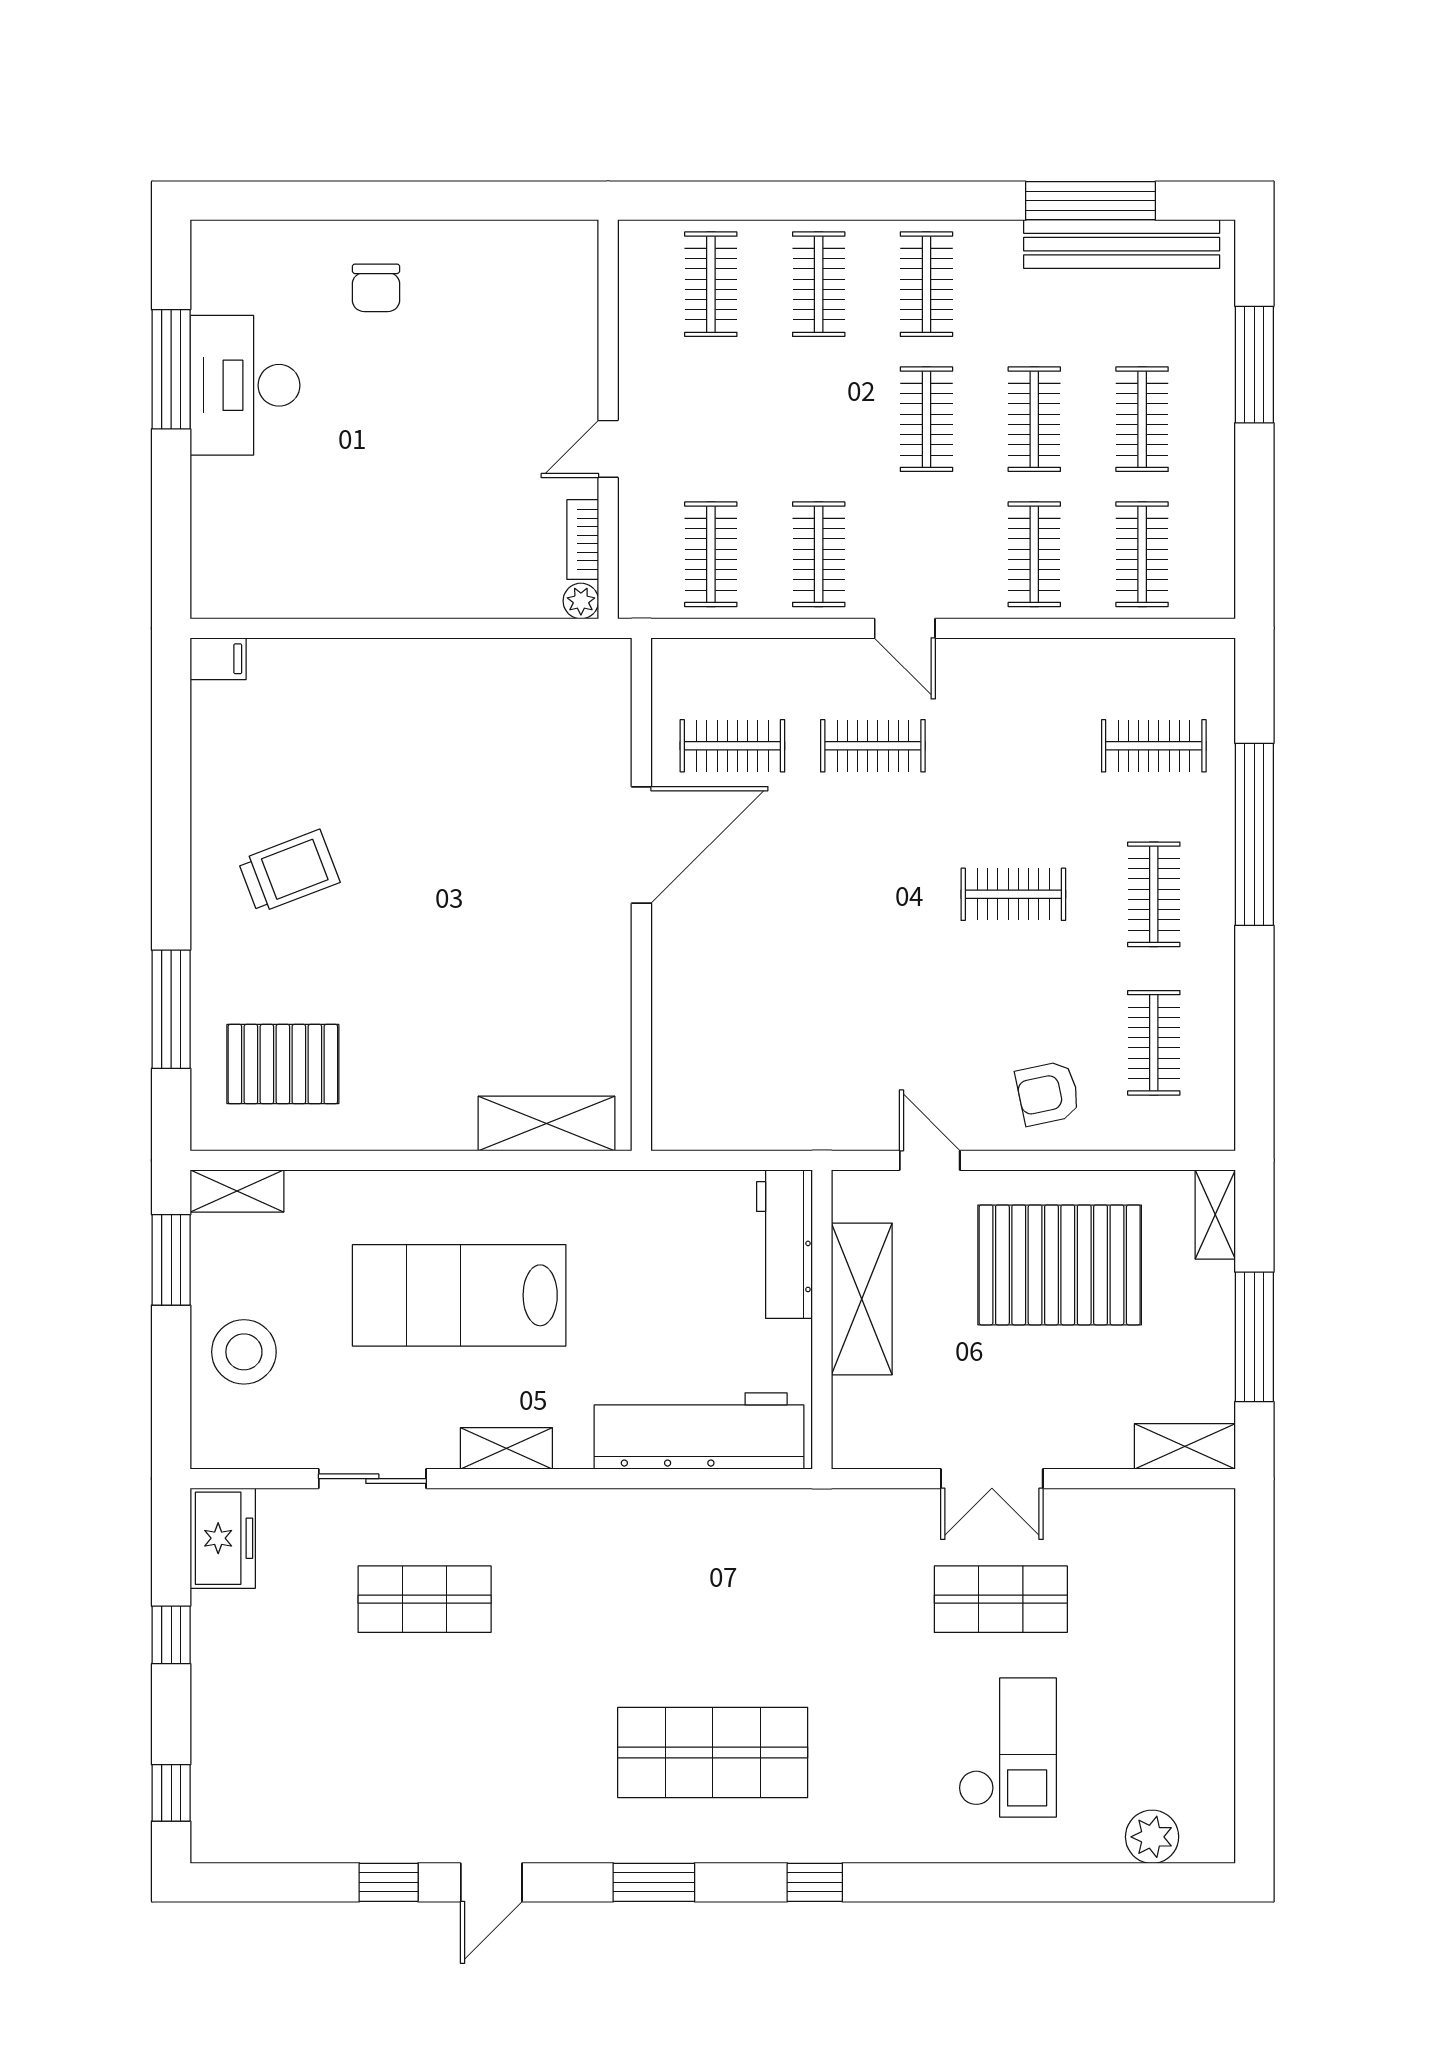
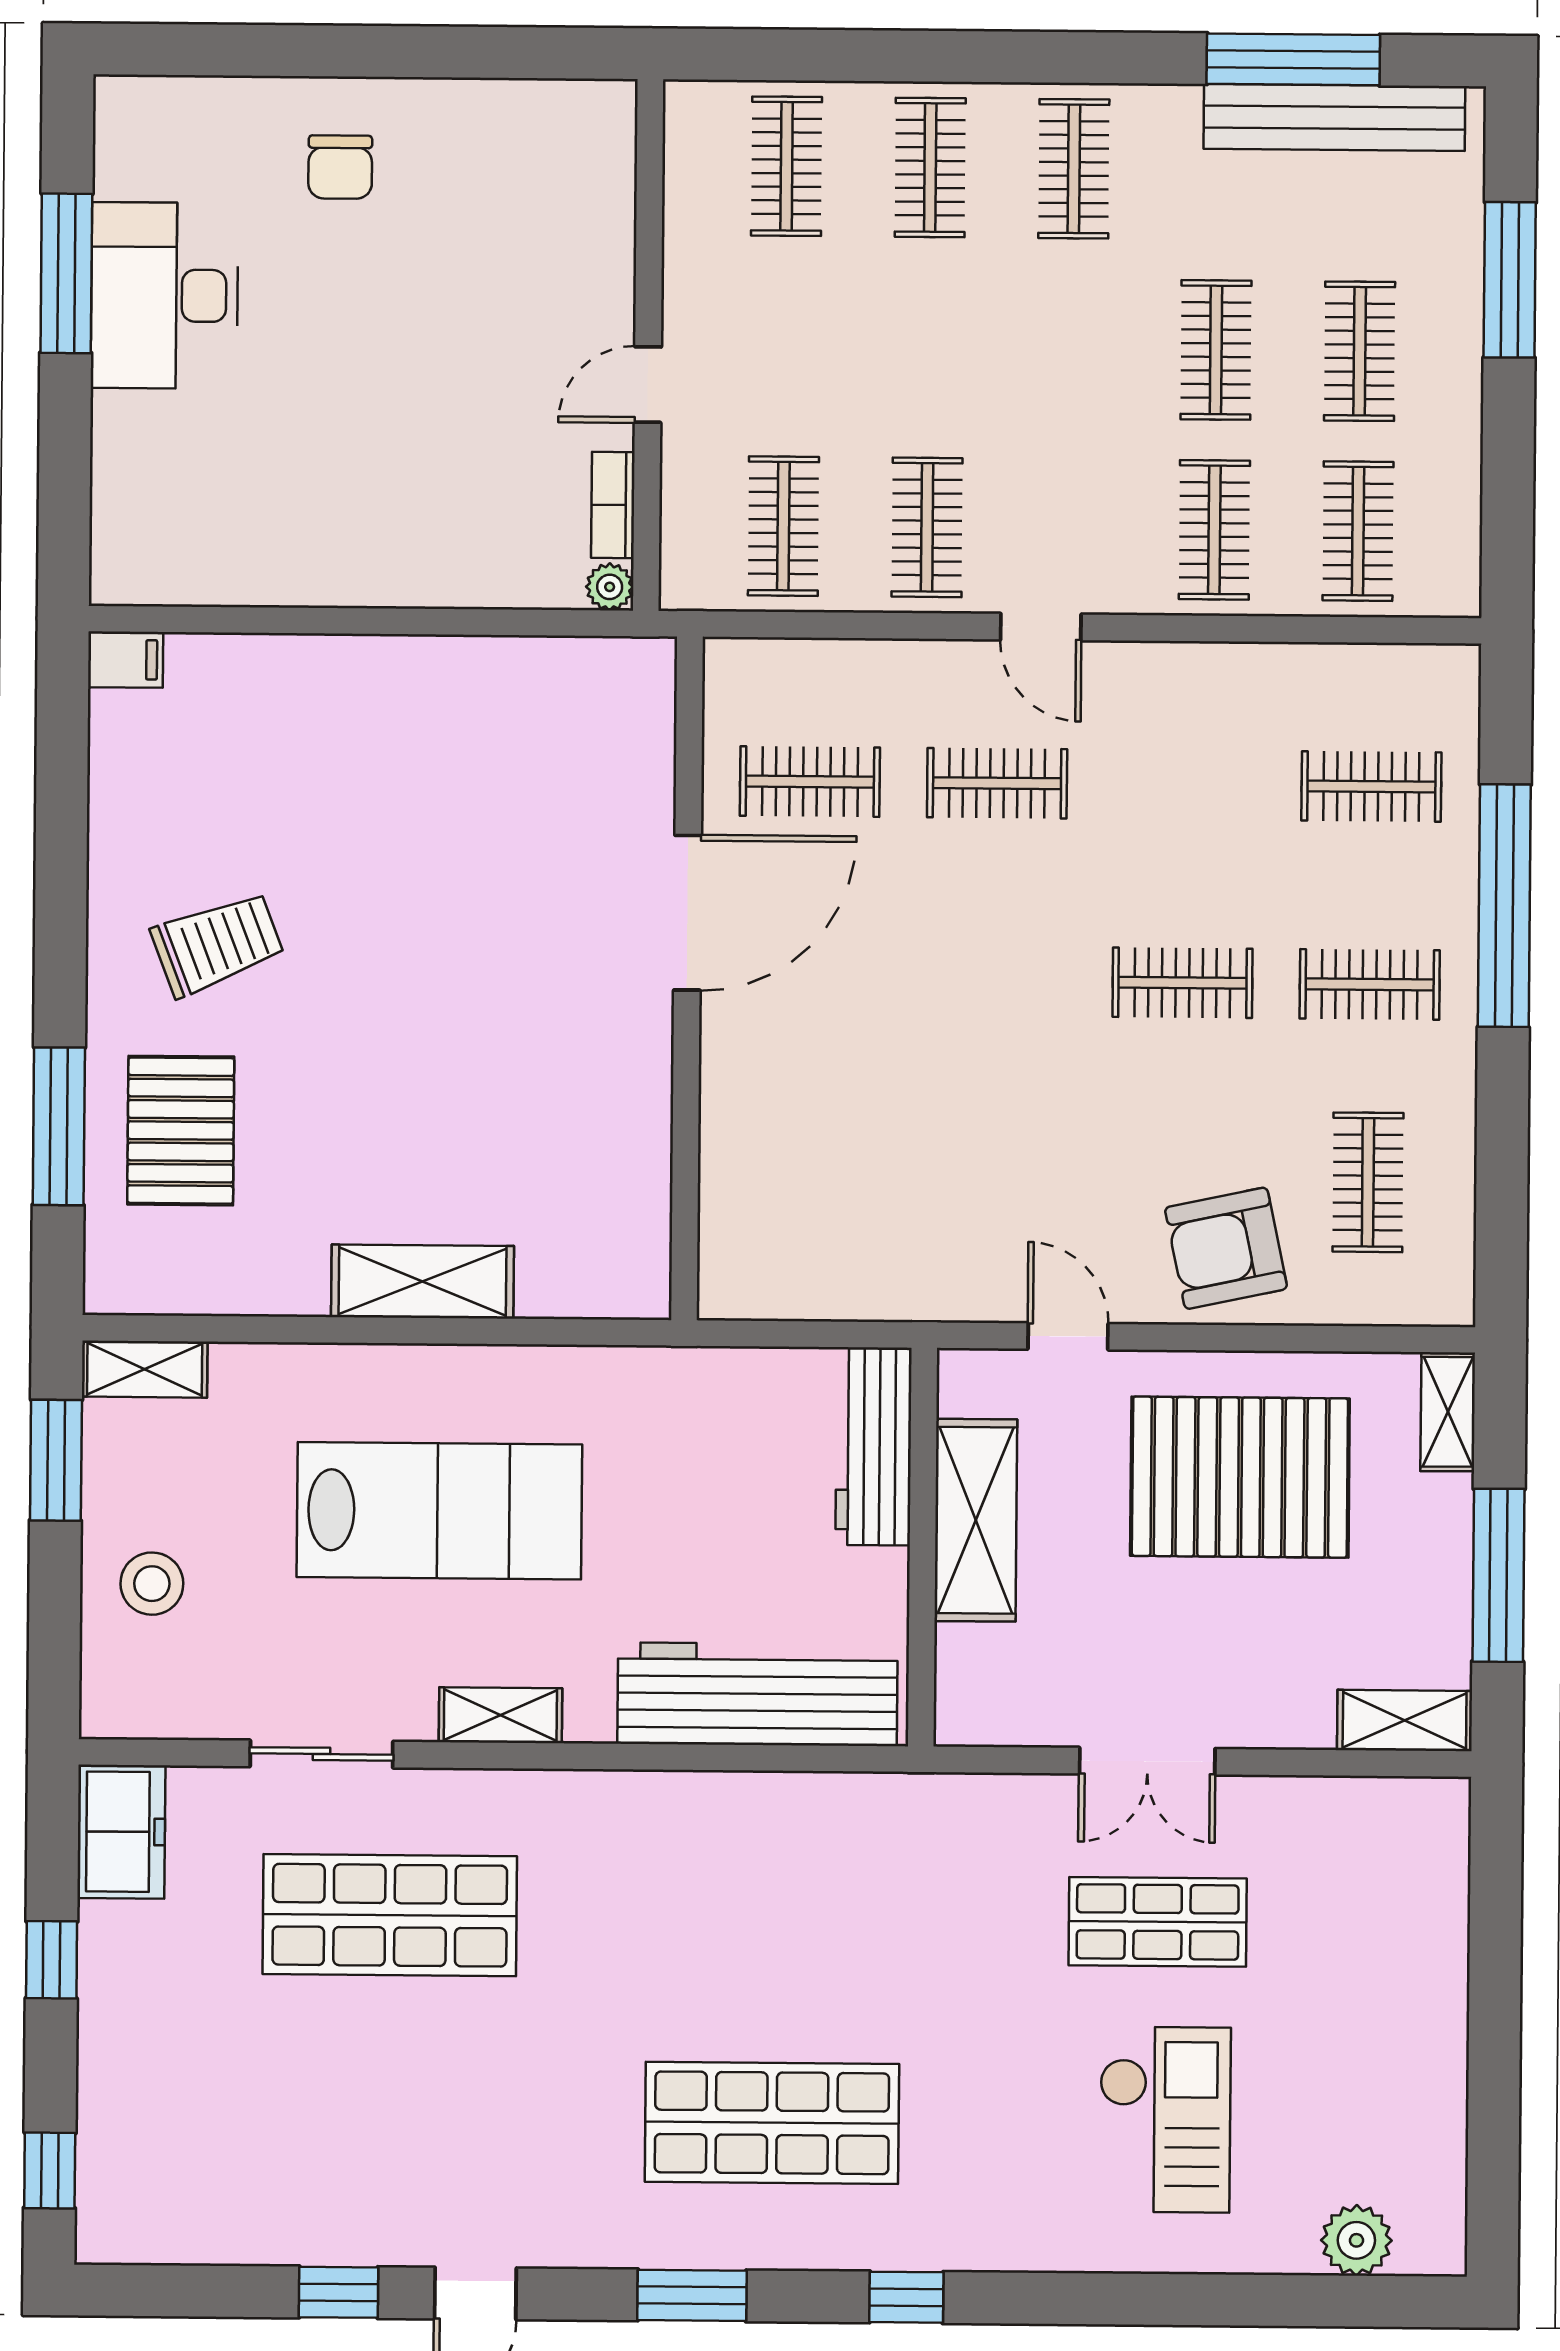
clothes rail: (926, 419) -> (1072, 349), removed
clothes rail: (1154, 894) -> (1370, 984), turned 90
pallet: (283, 1064) -> (181, 1131), moved, turned 90
armchair: (1048, 1093) -> (1226, 1248), width x1.38, depth x1.38
shelving: (547, 1124) -> (423, 1282), moved
lab bench: (459, 1295) -> (439, 1511), turned 180
stool: (244, 1352) -> (152, 1584), width x0.73, depth x0.73
shop shelf: (425, 1599) -> (390, 1915), width x1.43, depth x1.36

